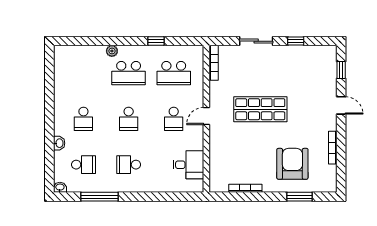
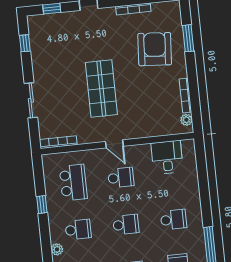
window: (296, 41) -> (25, 43), moved
school desk: (129, 73) -> (78, 230), width x0.54
armchair: (292, 164) -> (155, 49), turned 94
school desk: (129, 165) -> (173, 220), turned -90
plant: (222, 187) -> (186, 120), added

